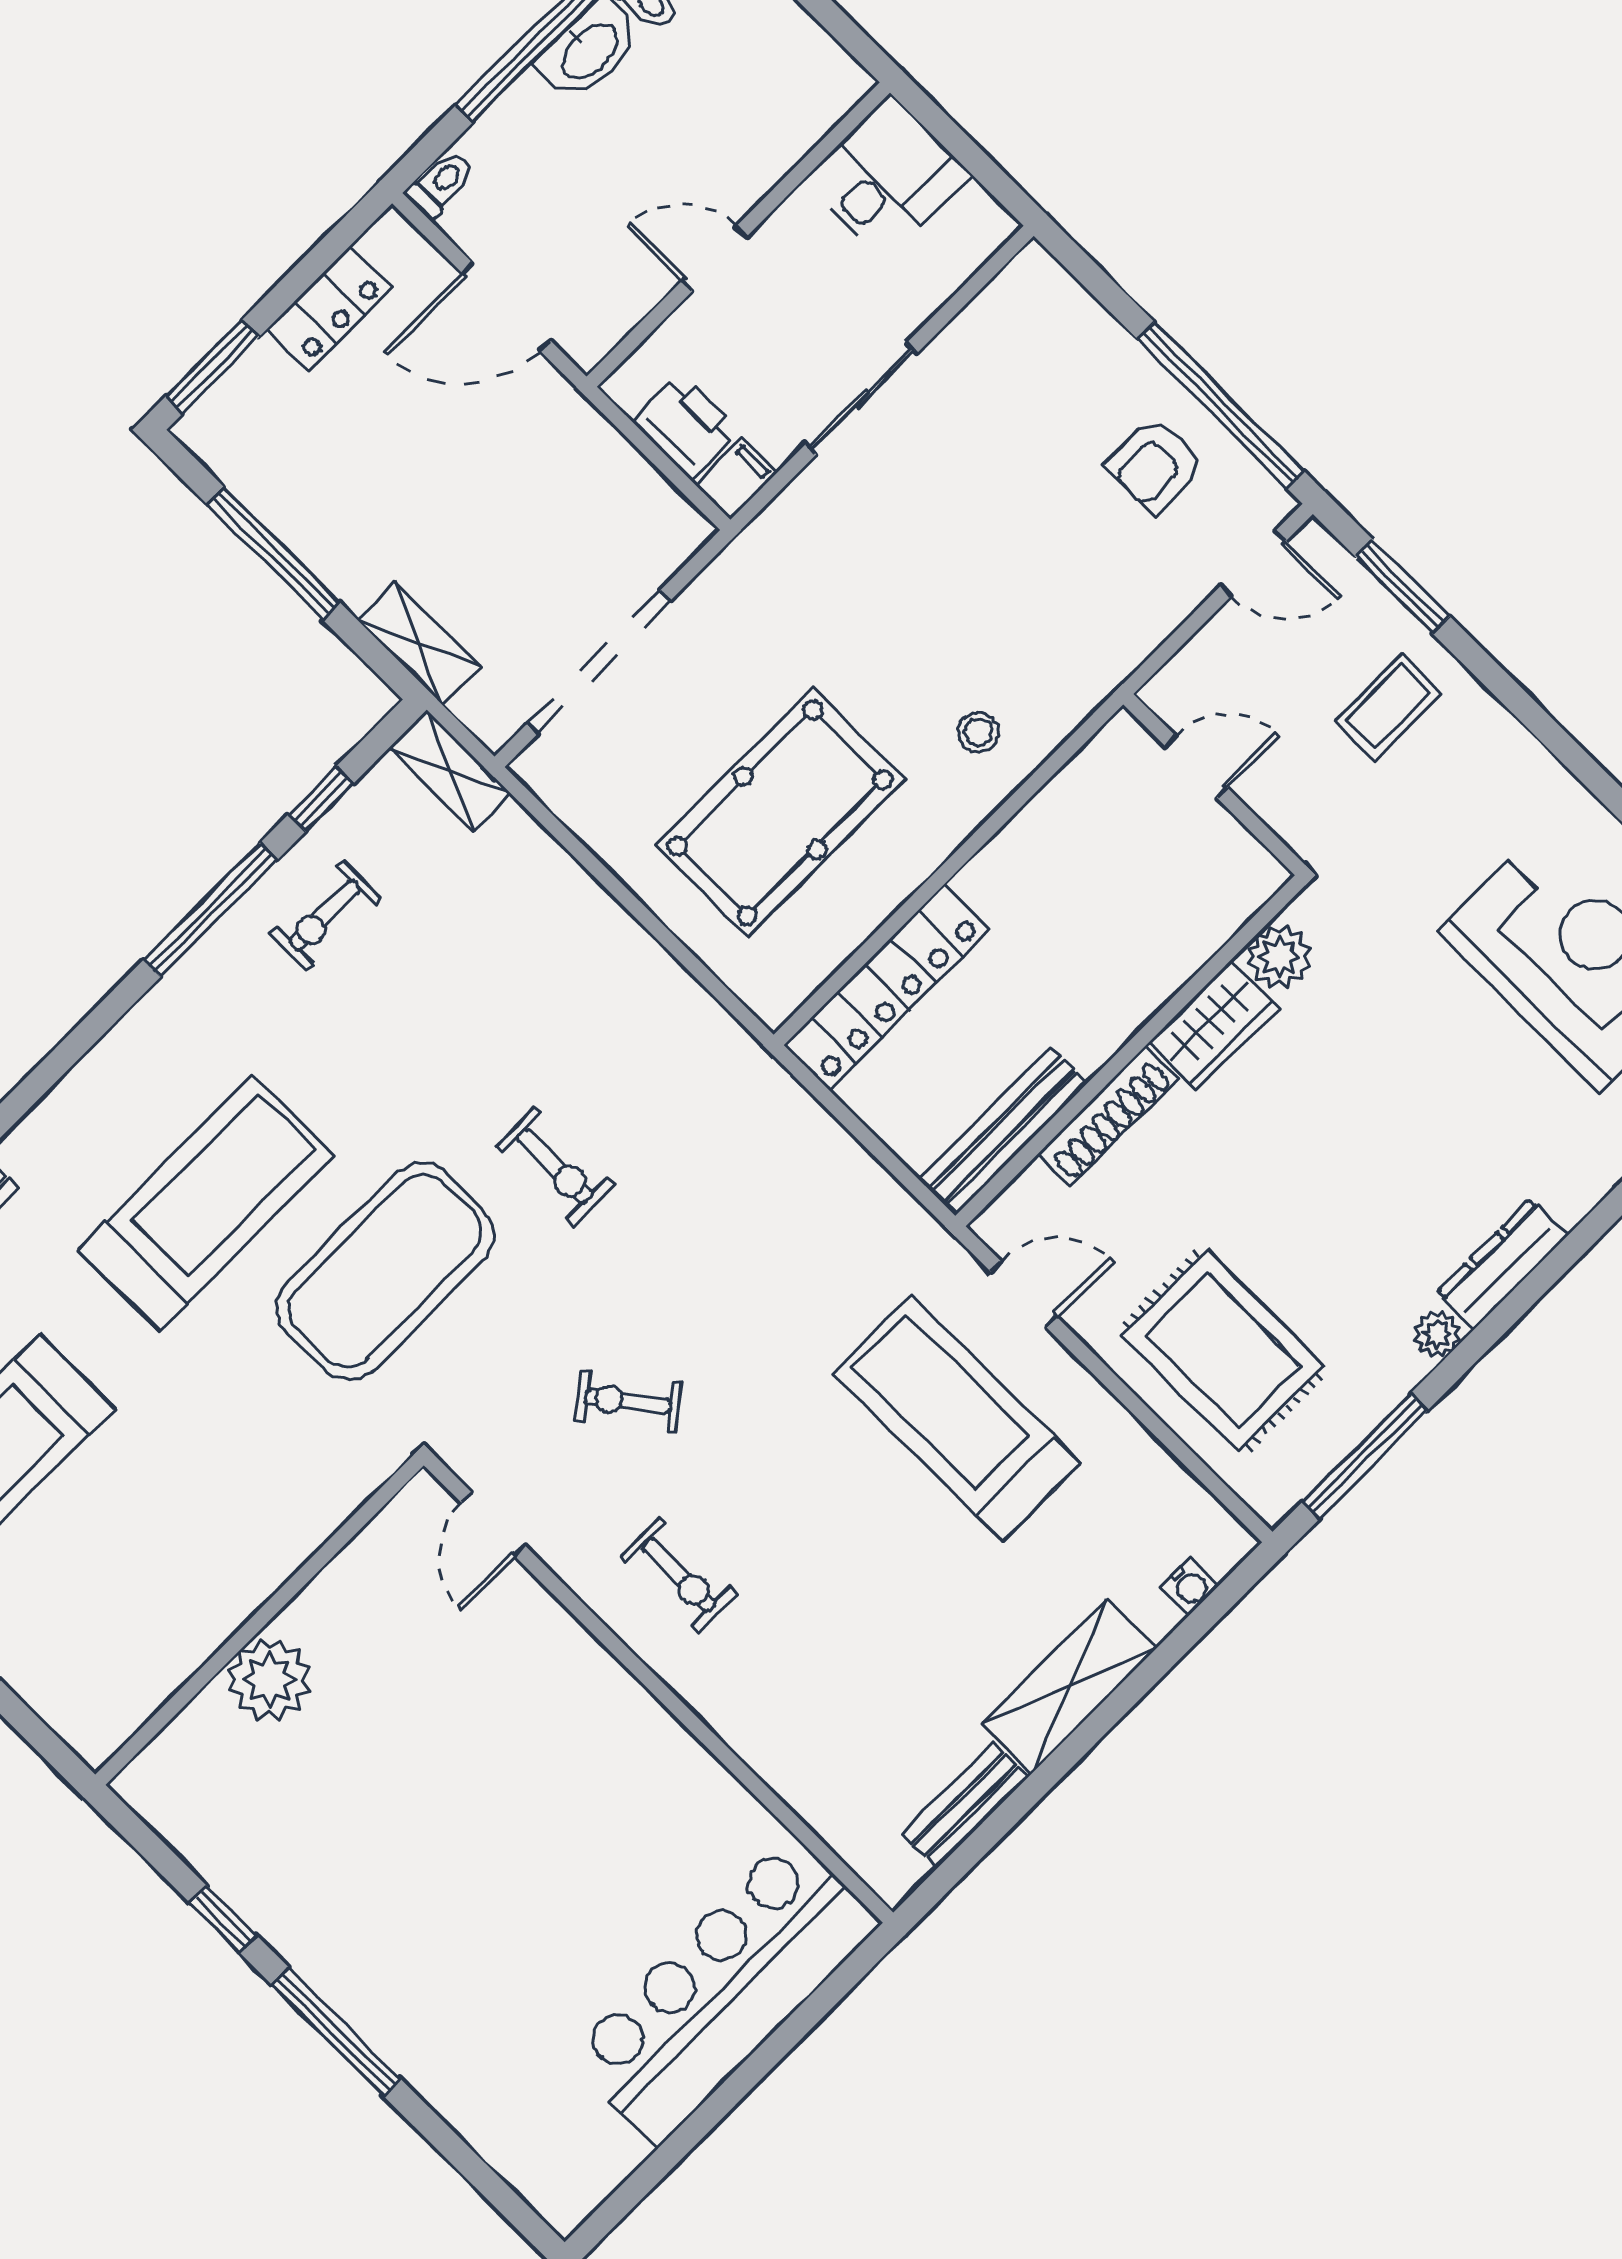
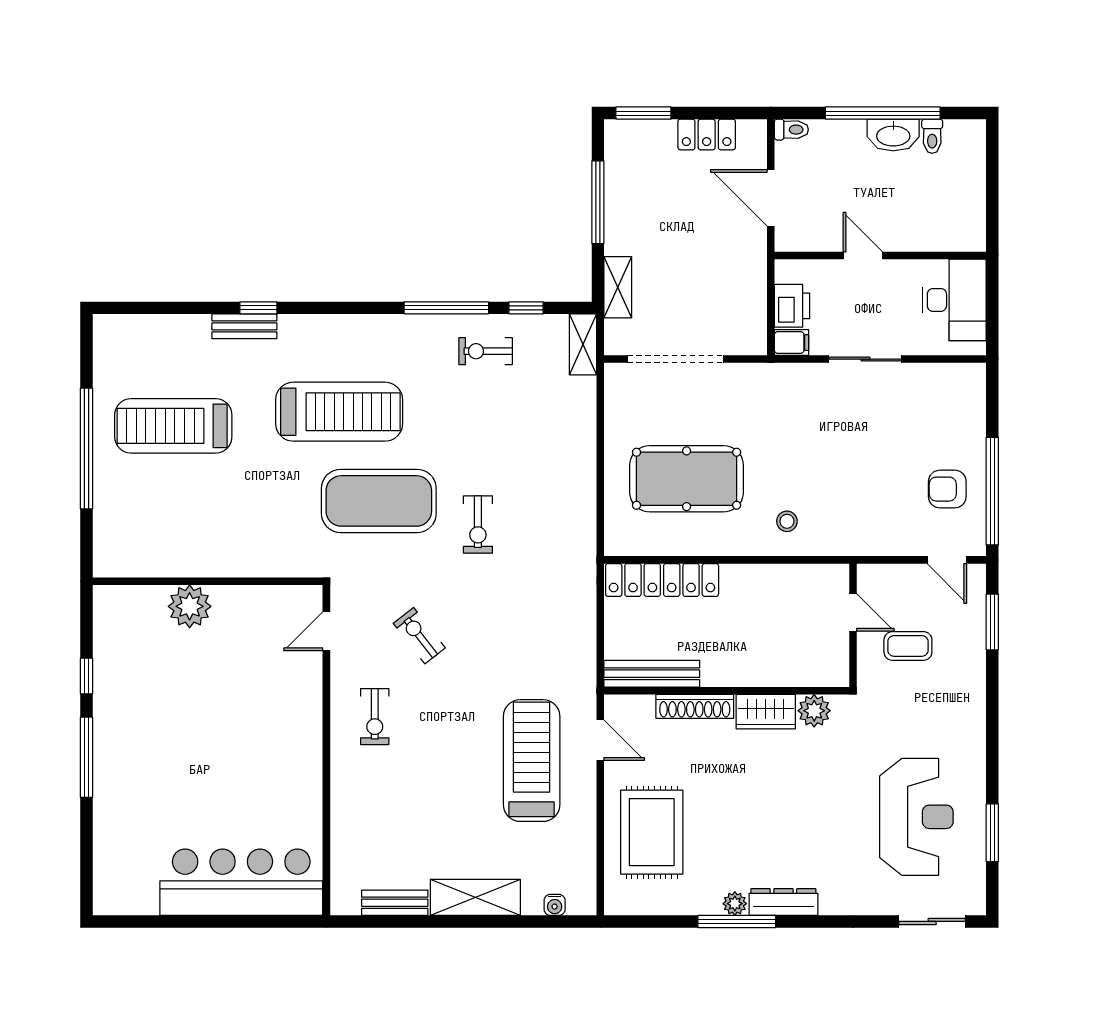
desk: (887, 178) -> (954, 300), width x1.37
coffee table: (1388, 707) -> (908, 646), moved
window: (1365, 1456) -> (737, 921), moved

